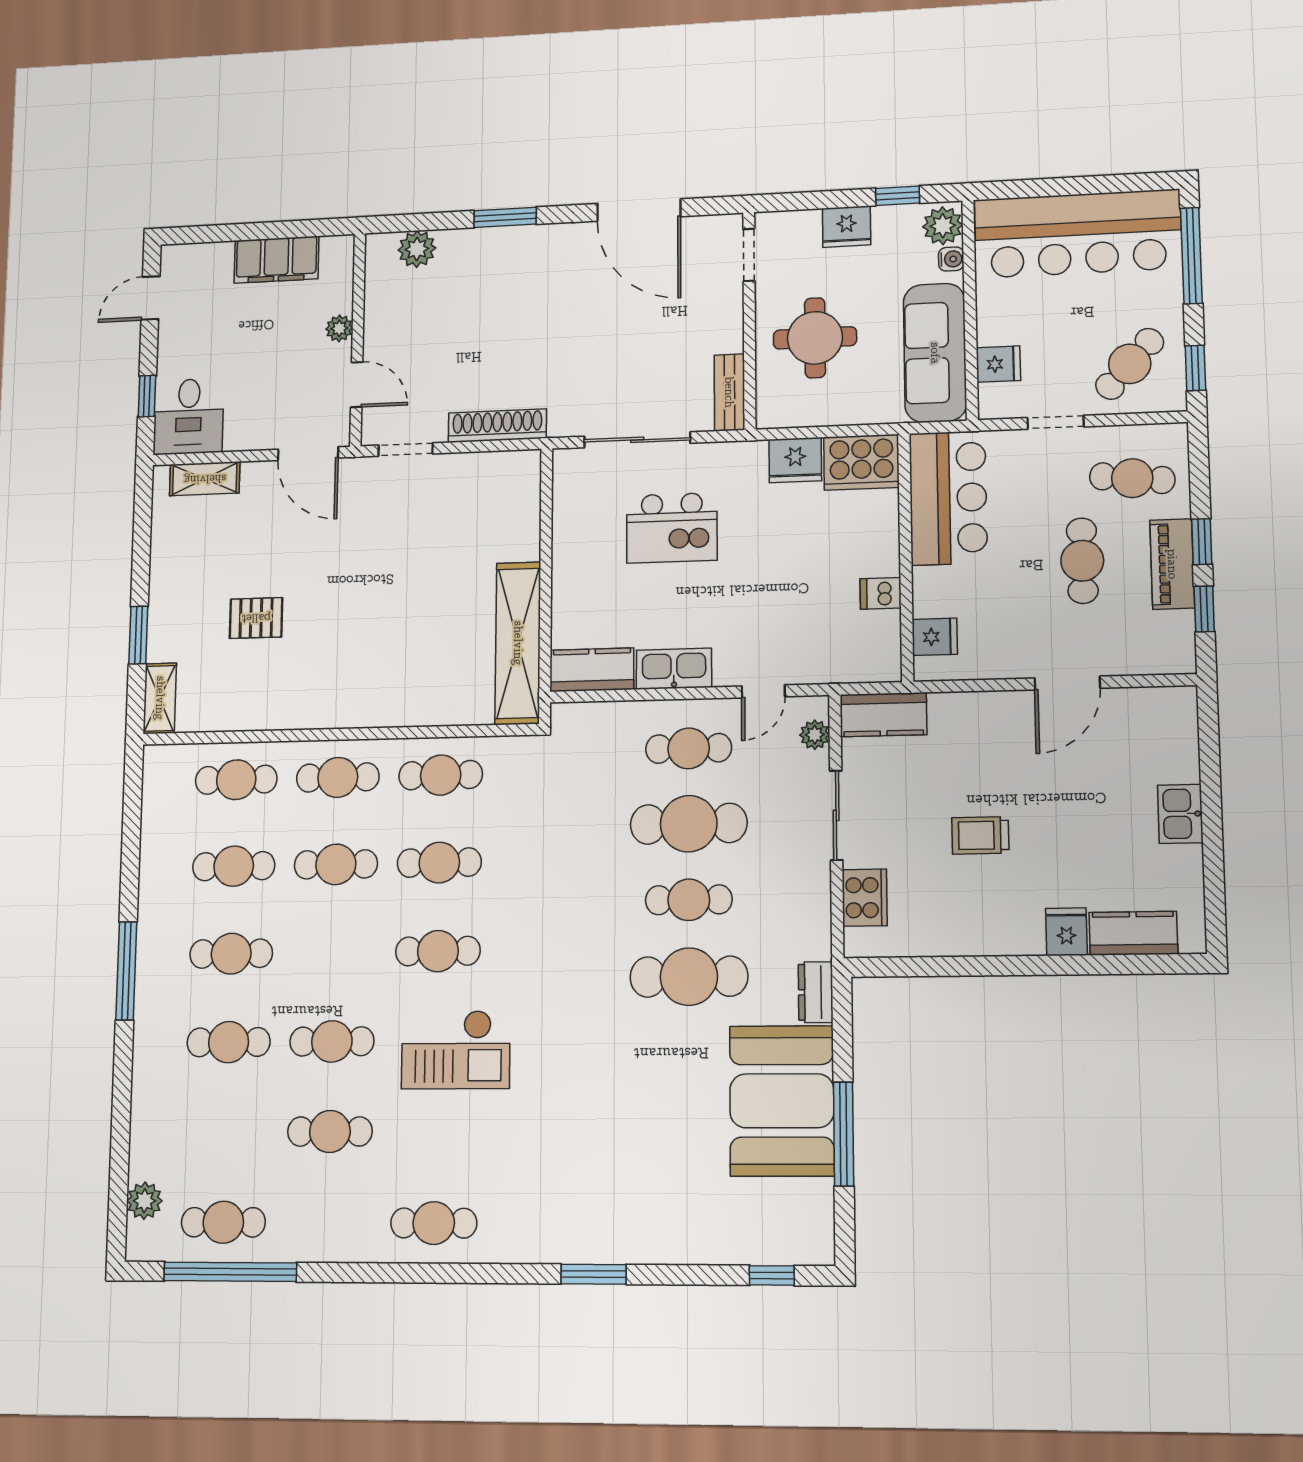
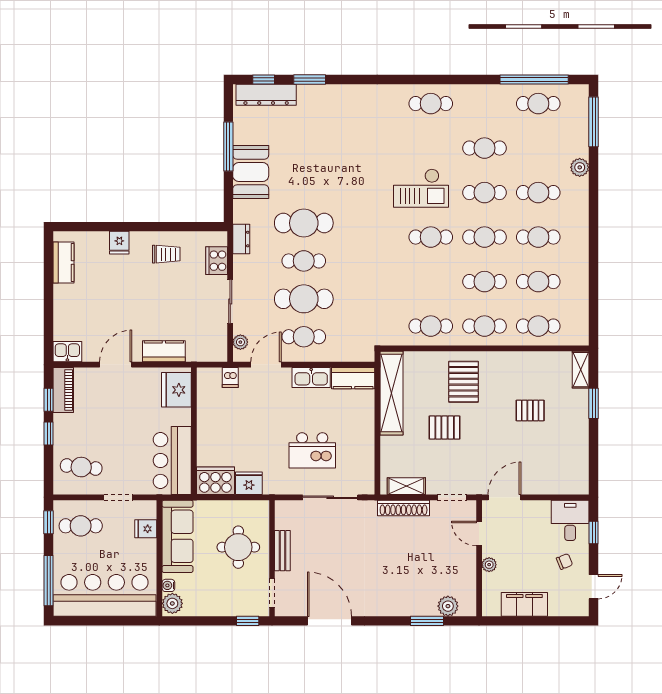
window: (898, 196) -> (248, 621), moved
window: (505, 217) -> (427, 621), moved
fridge: (847, 227) -> (221, 606), removed
chair: (201, 341) -> (565, 561), added
cafe table: (1130, 364) -> (81, 526), turned 48
bench: (729, 392) -> (282, 551), moved
door: (308, 454) -> (504, 497), hinge flipped
shelving: (205, 479) -> (406, 486), moved
kitchen island: (672, 528) -> (312, 450), turned 180
cafe table: (1082, 561) -> (107, 426), removed
piano: (1172, 564) -> (63, 390), moved
pallet: (417, 580) -> (445, 428), added
dishwasher: (881, 593) -> (230, 378), moved, turned 90
fridge: (935, 637) -> (176, 390), width x1.88, depth x1.34
pallet: (380, 669) -> (464, 382), added
door: (763, 691) -> (266, 365), width x1.37
kitchen counter: (883, 715) -> (164, 351), moved
kitchen sink: (1180, 814) -> (67, 352), moved, turned -90
trolley: (980, 835) -> (166, 254), moved
cafe table: (439, 863) -> (485, 237), moved
kitchen counter: (1133, 933) -> (63, 262), moved, turned -90
window: (126, 971) -> (594, 122), moved
dresser: (816, 992) -> (241, 239), moved
checkout: (456, 1050) -> (421, 188), turned 180
booth: (782, 1101) -> (251, 172), width x0.73, depth x0.70
plant: (144, 1201) -> (580, 167), moved
dresser: (767, 1243) -> (266, 95), added
window: (593, 1274) -> (310, 79), moved

